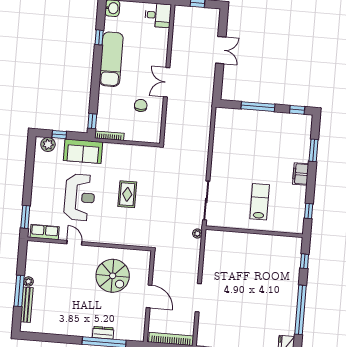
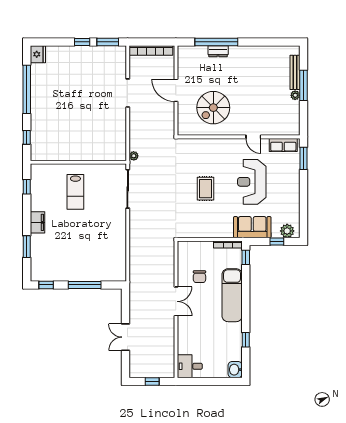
exam couch: (111, 59) -> (232, 295), moved
spiral stairs: (113, 276) -> (213, 108), turned -90

